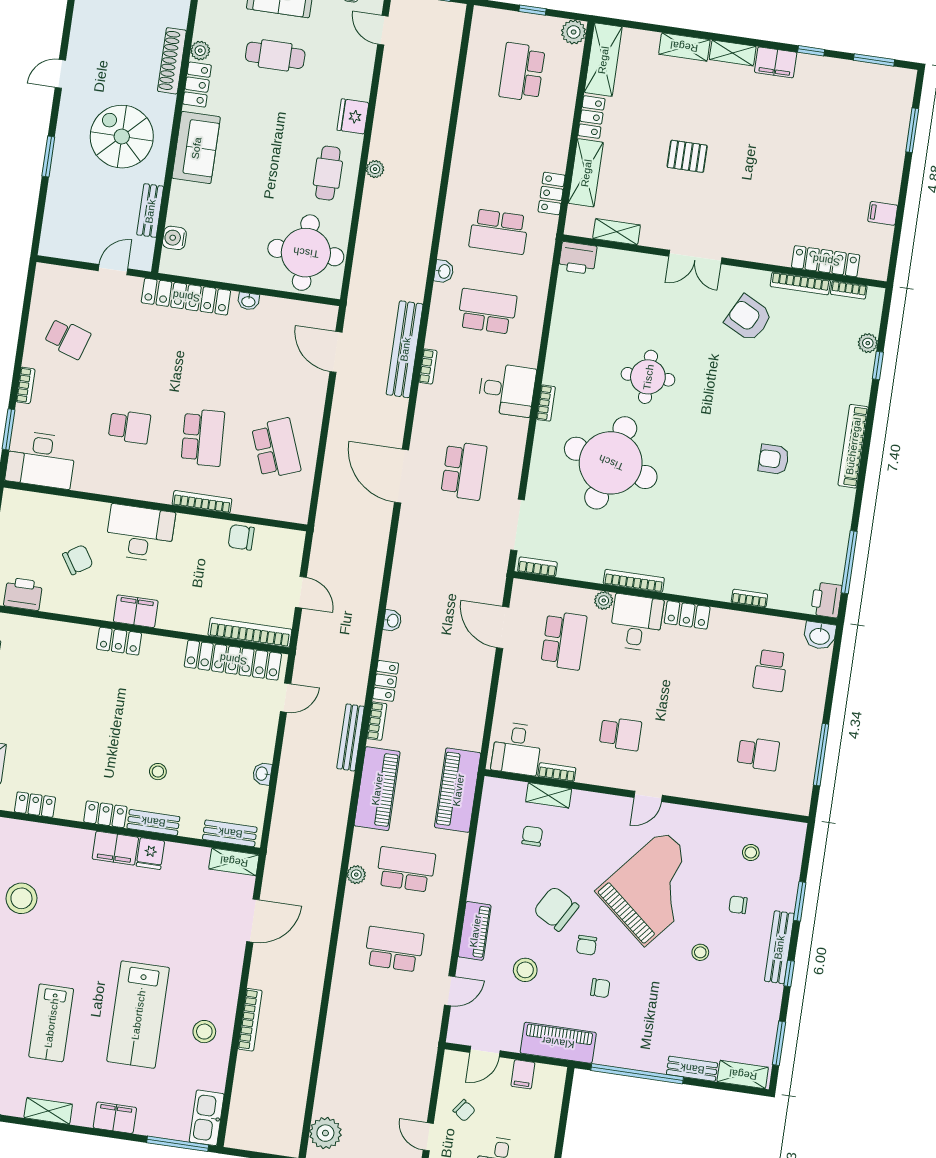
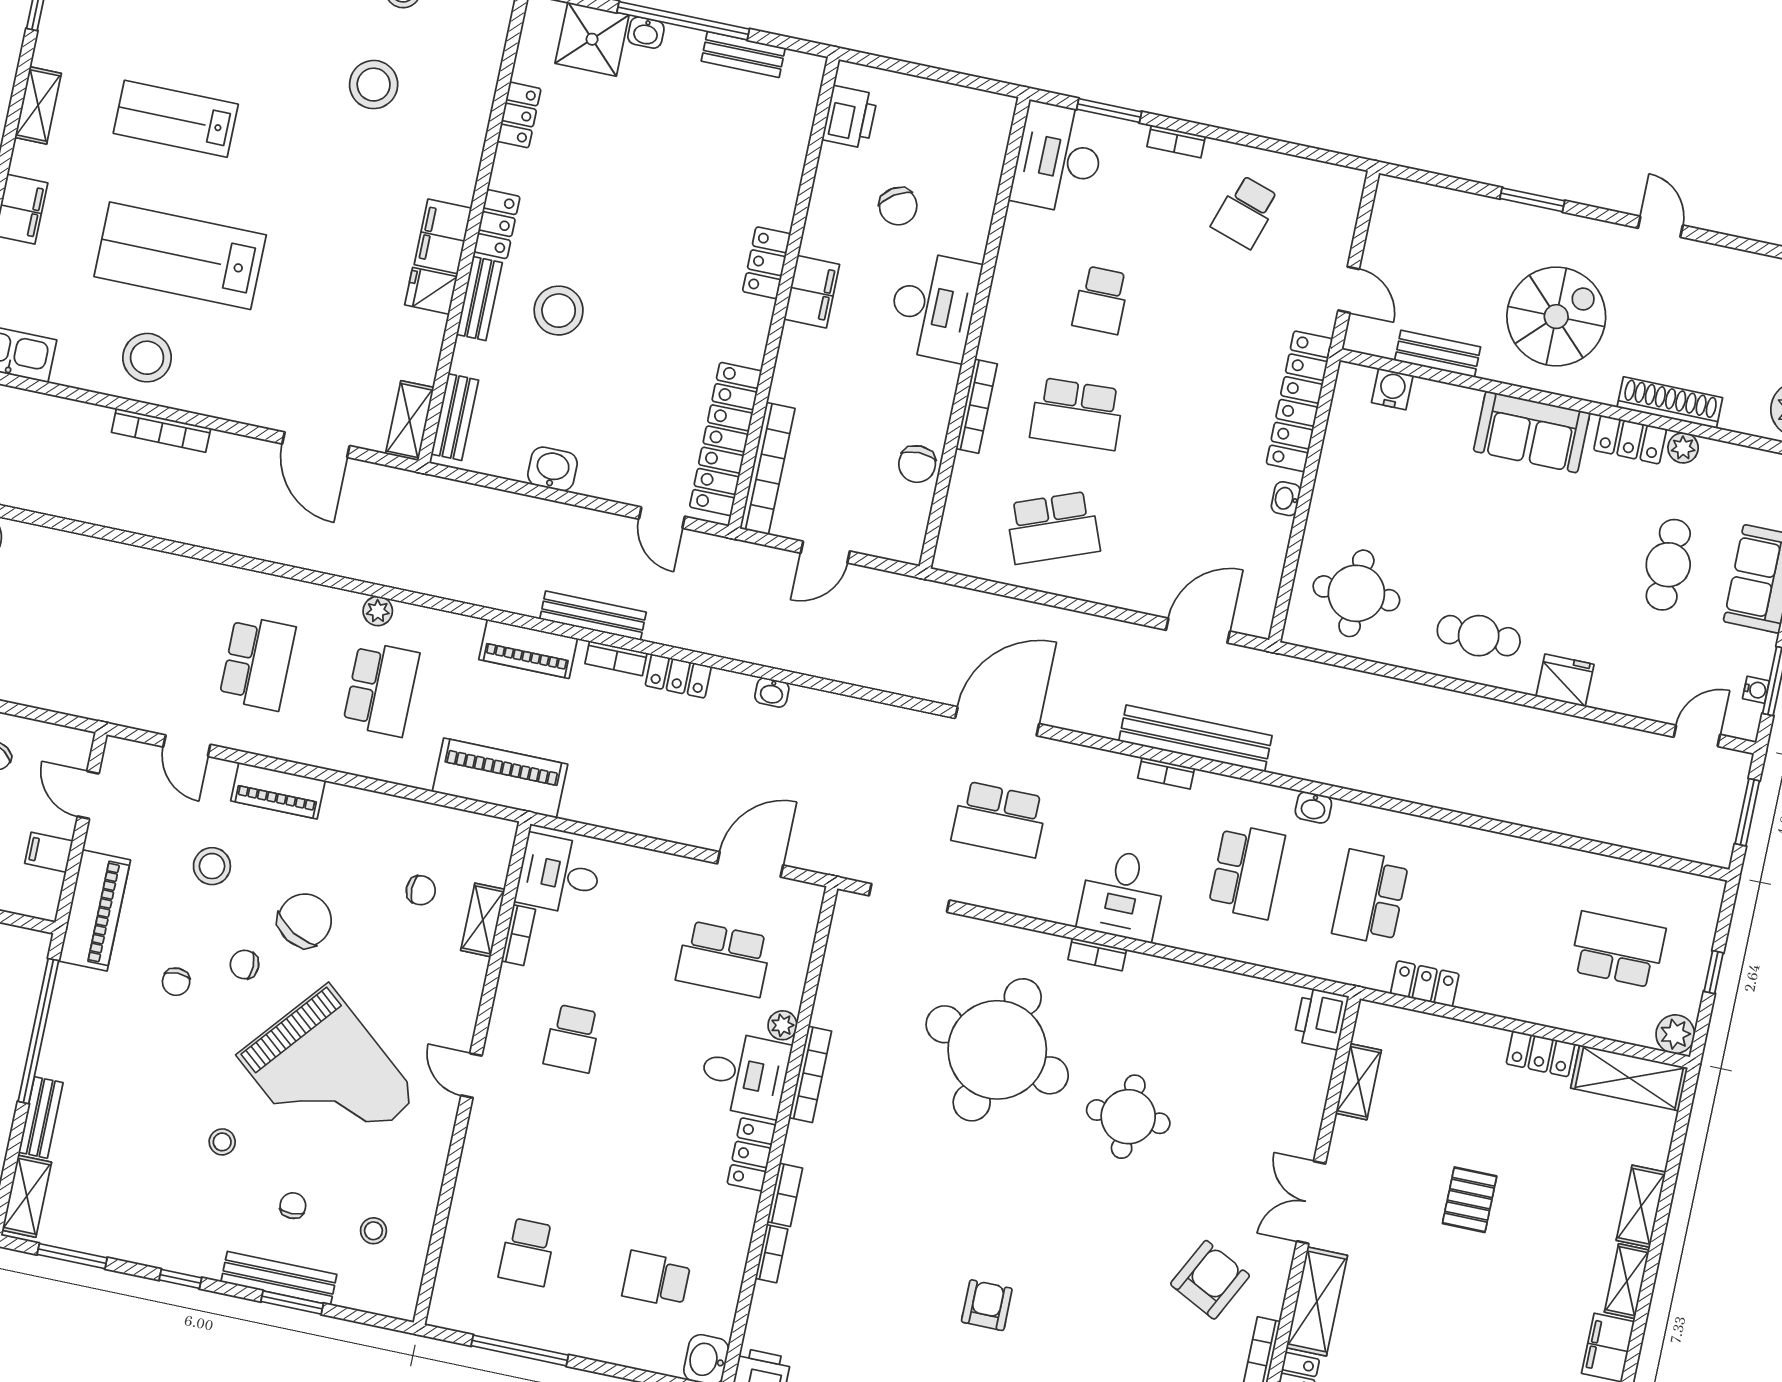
plant: (375, 169) -> (1480, 710), removed
shelving: (586, 173) -> (1317, 1301), moved, turned 90
round table: (306, 253) -> (1356, 593), width x0.73, depth x0.73
chair: (241, 537) -> (917, 464), turned 180
bookcase: (537, 567) -> (785, 1195), moved
stool: (158, 772) -> (559, 311), width x1.89, depth x1.89
washbasin: (262, 774) -> (552, 469), width x1.38, depth x1.45
piano: (377, 789) -> (528, 649), width x0.73, depth x0.75
bench: (779, 947) -> (279, 1278), moved
stool: (204, 1032) -> (147, 358), width x1.38, depth x1.38

